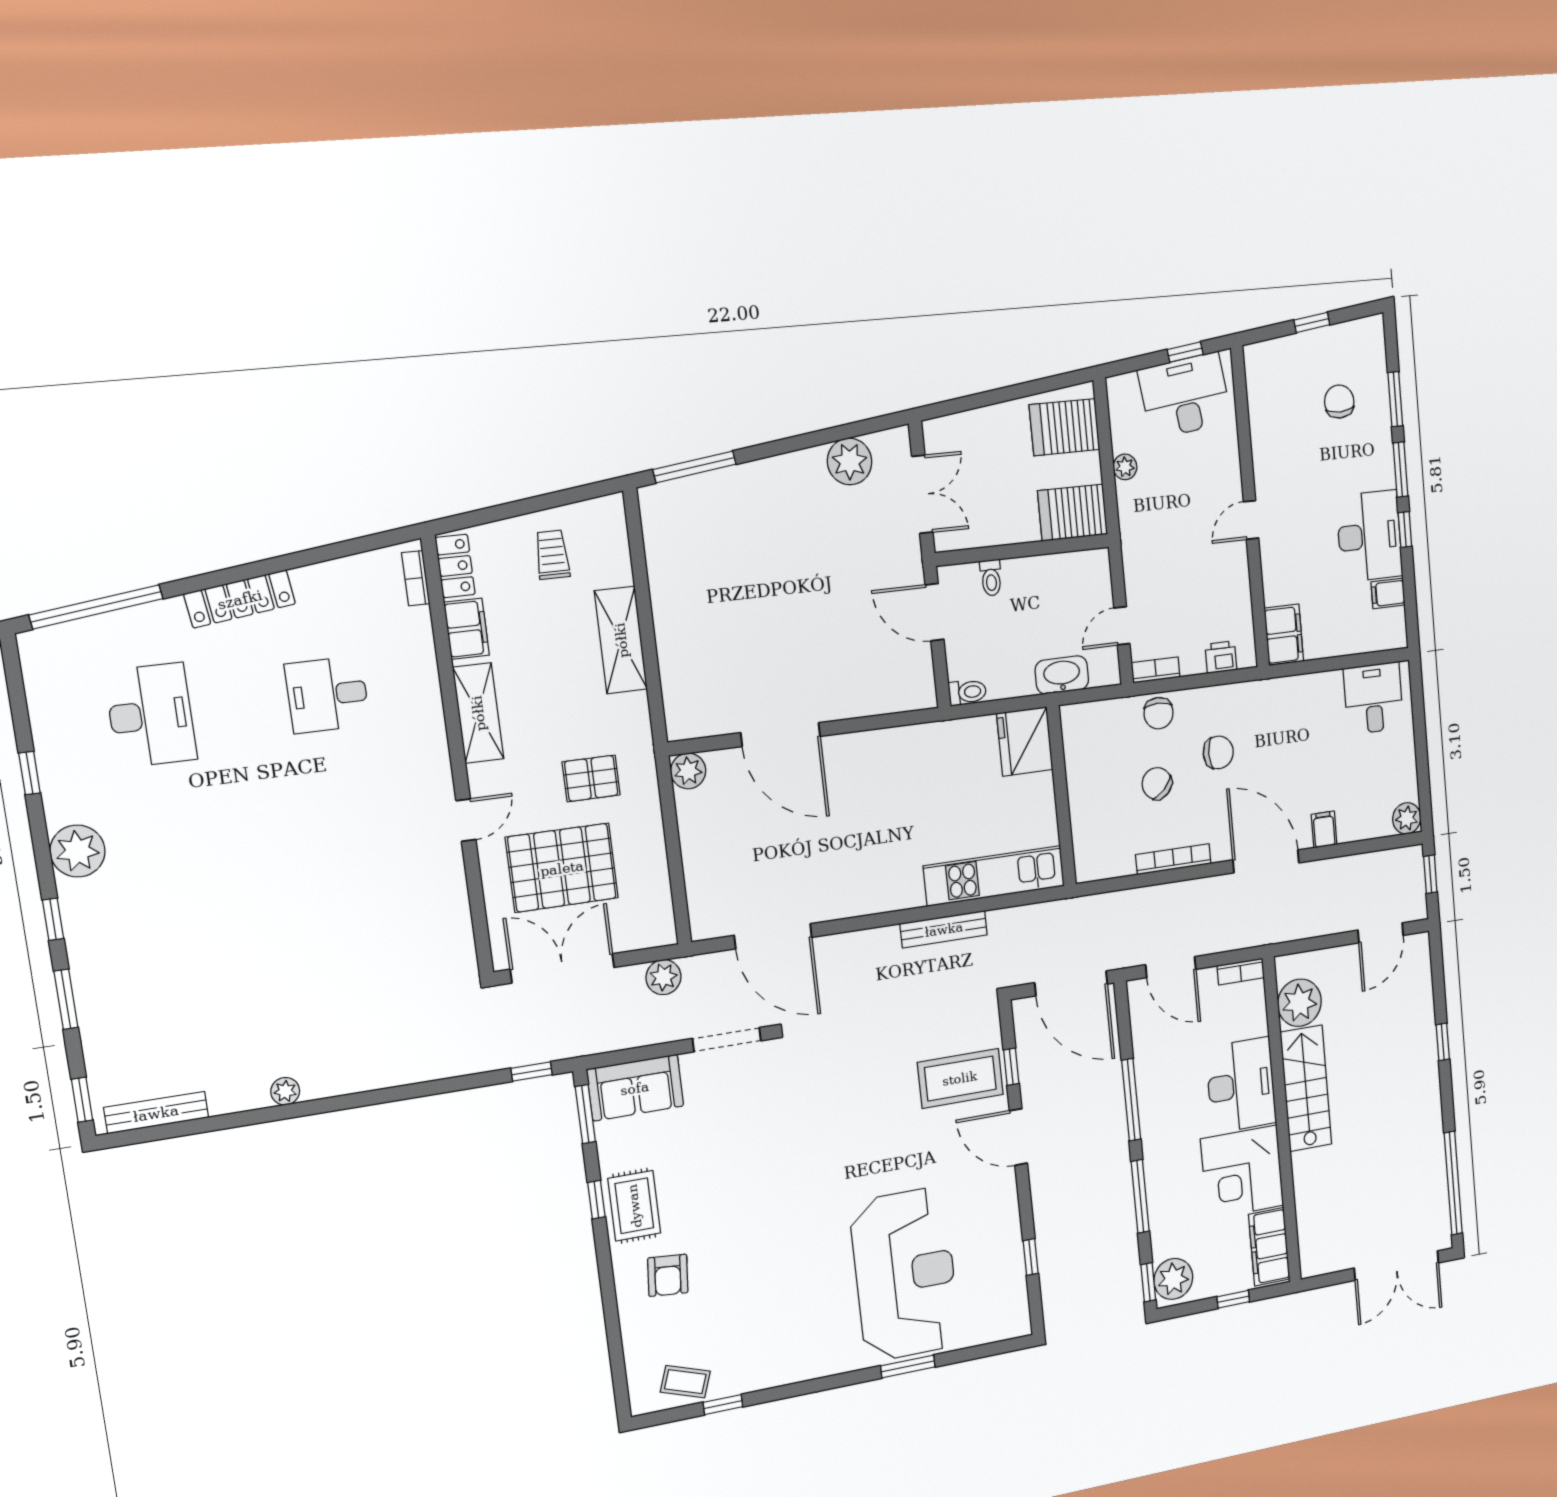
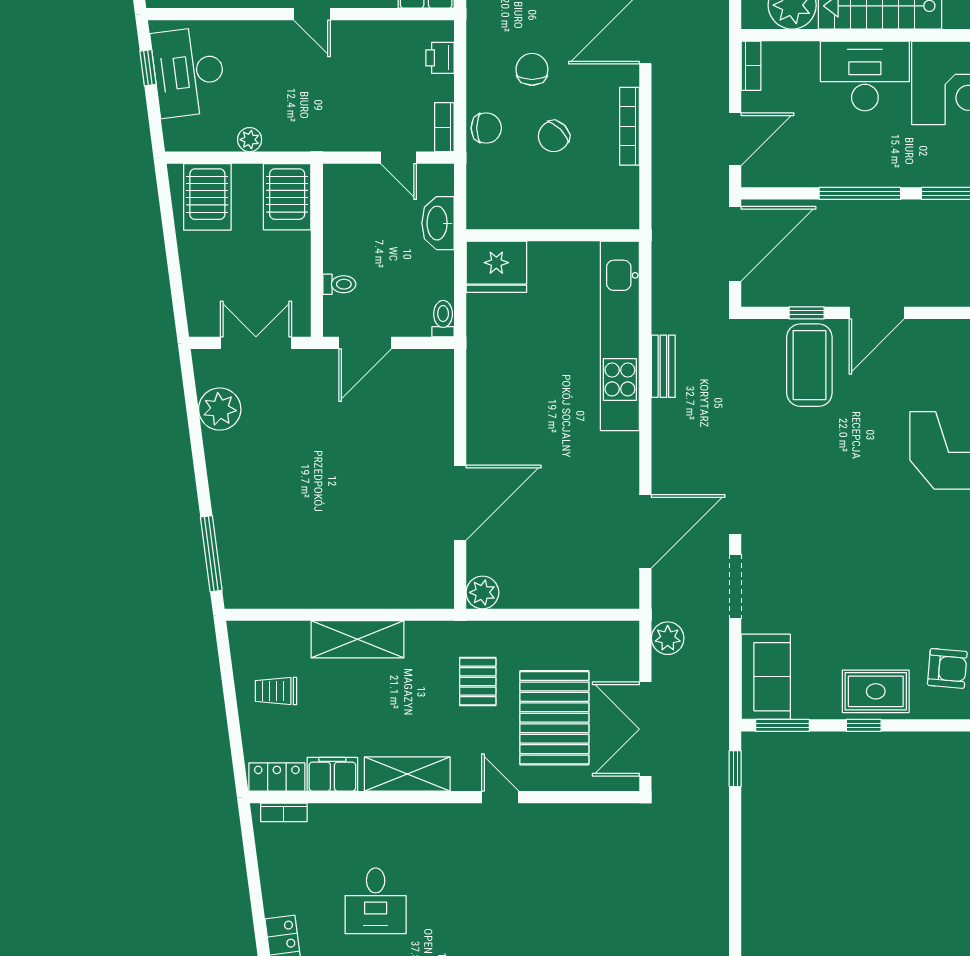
kitchen unit: (994, 876) -> (620, 336), width x1.36
bench: (944, 929) -> (663, 366), width x0.73

